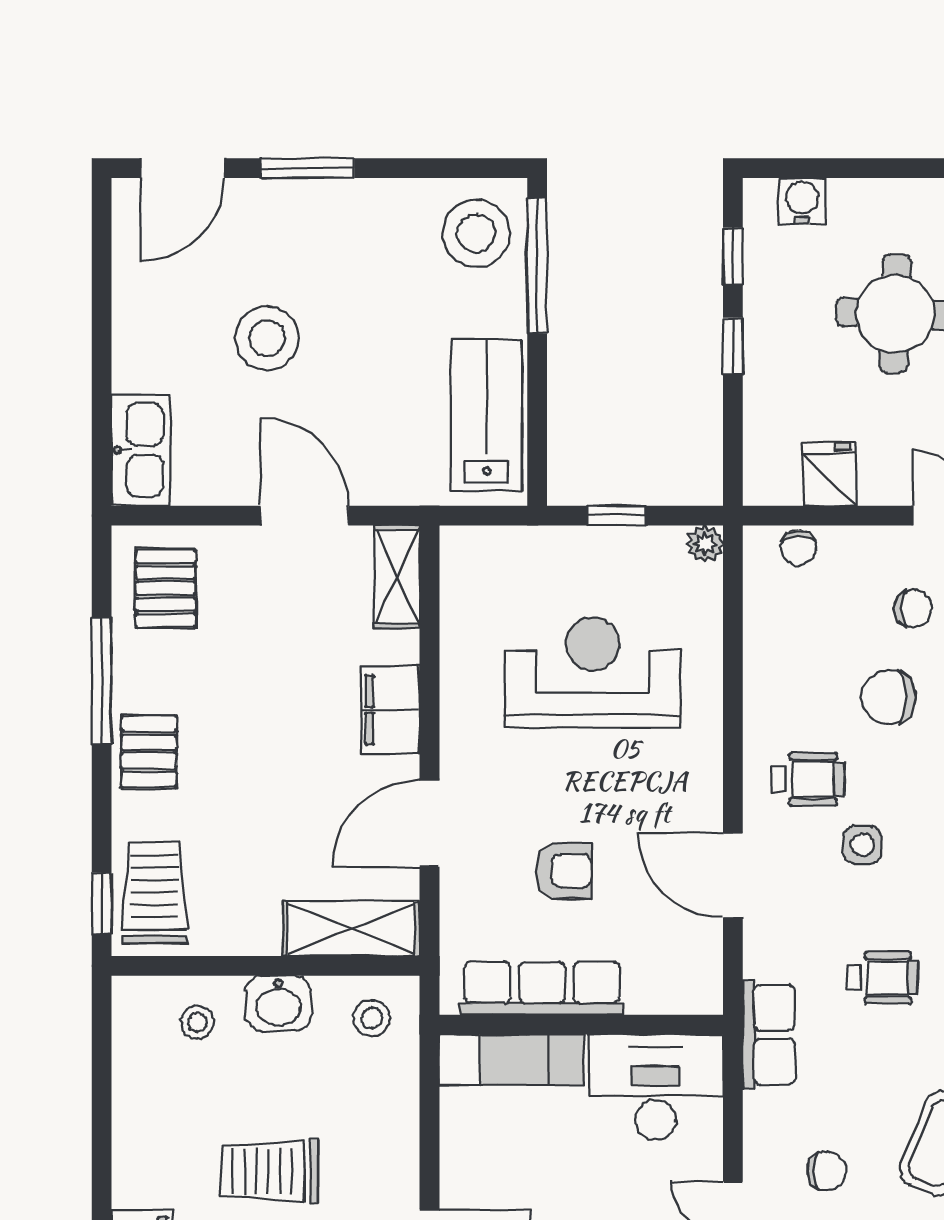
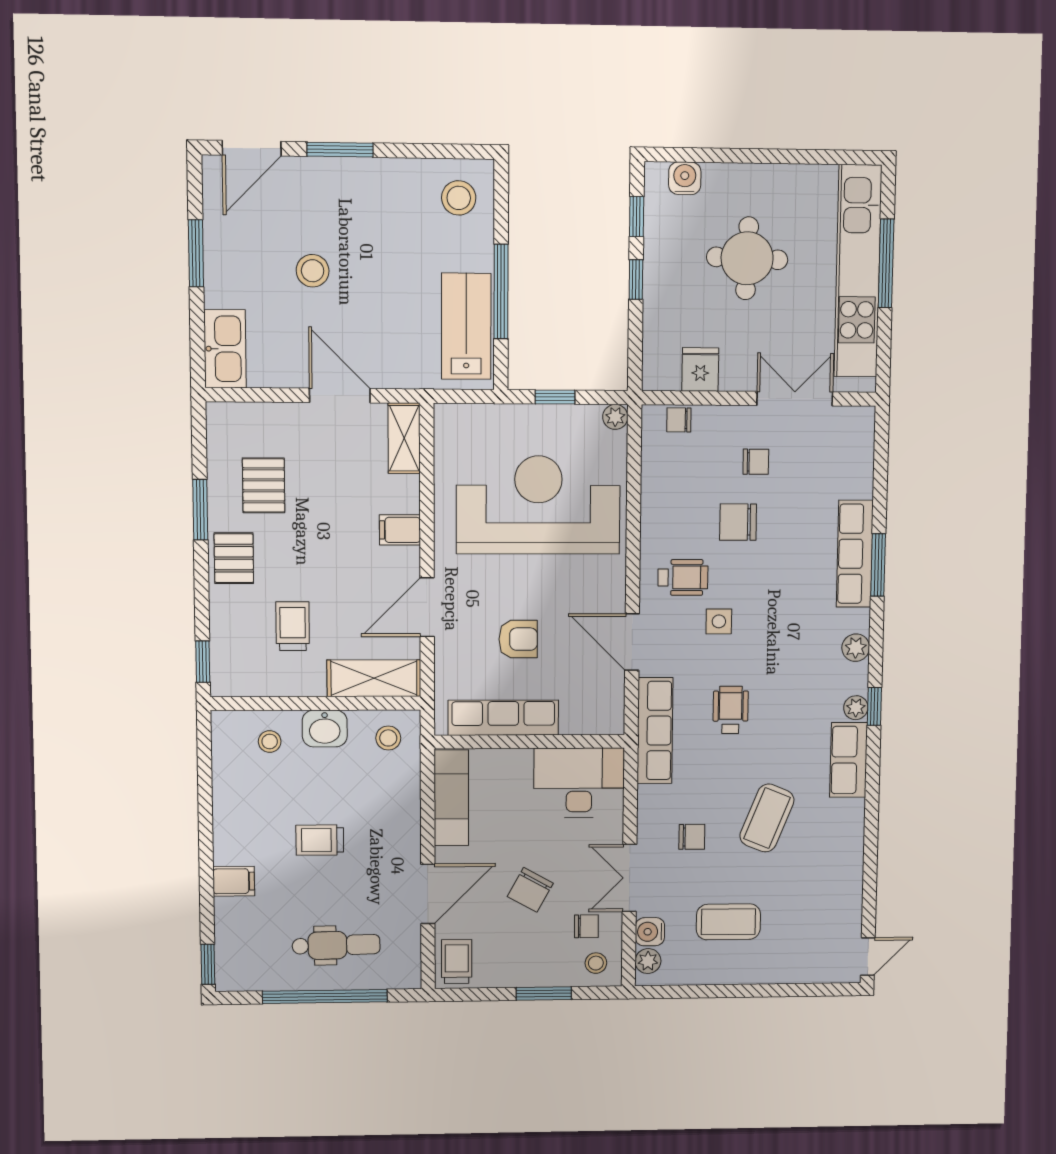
stool: (476, 233) -> (459, 198), width x0.73, depth x0.73
window: (537, 266) -> (501, 292), moved
window: (102, 316) -> (196, 253), added
stool: (267, 338) -> (313, 271), width x0.73, depth x0.73
chair: (798, 548) -> (679, 420), turned 90
pallet: (166, 588) -> (264, 485), moved
reception desk: (593, 673) -> (538, 505), width x1.36, depth x1.30
window: (102, 681) -> (200, 510), width x0.69
filing cabinet: (390, 710) -> (400, 530), width x0.50
trolley: (155, 893) -> (293, 626), moved, width x0.73, depth x0.72
wheelchair: (882, 978) -> (731, 710), turned -90
row of seats: (769, 1035) -> (655, 731), width x1.48
exam couch: (512, 1060) -> (451, 798), moved, turned -90
trolley: (269, 1171) -> (320, 840), width x0.73, depth x0.72

